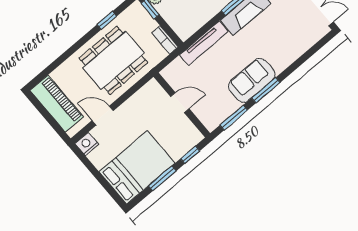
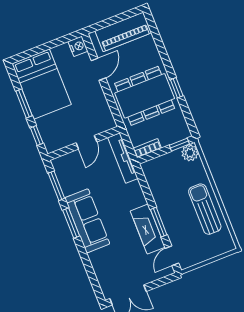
window: (107, 20) -> (177, 88), moved
tv unit: (204, 43) -> (123, 158), moved
dining table: (113, 60) -> (145, 96), turned 90
sofa: (252, 80) -> (87, 221), width x1.36

